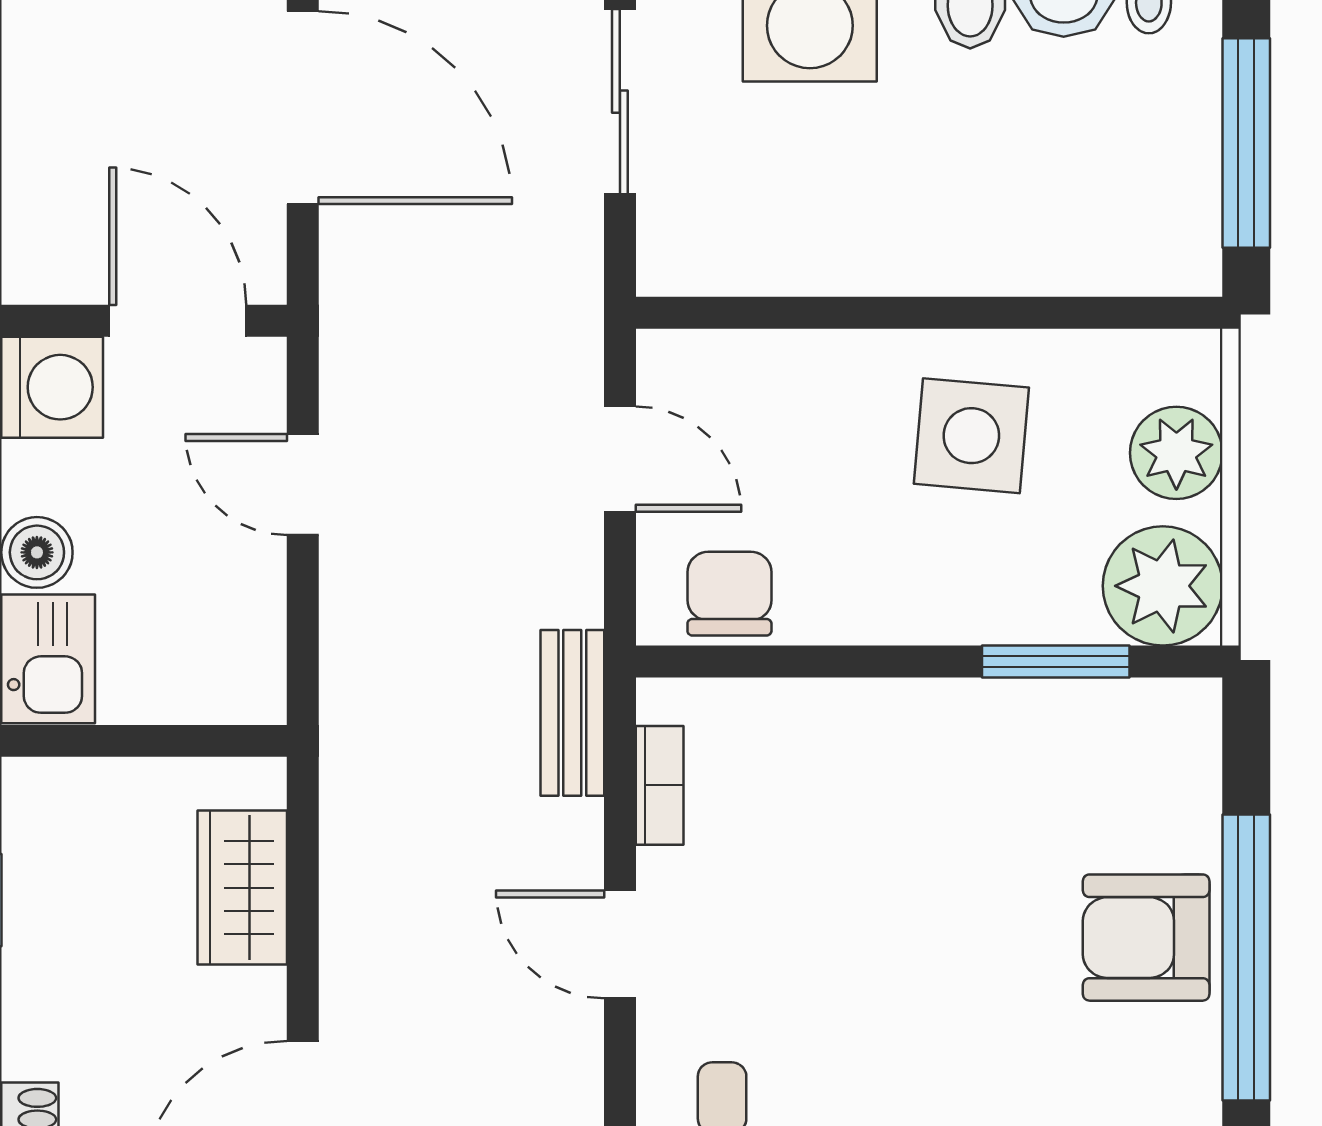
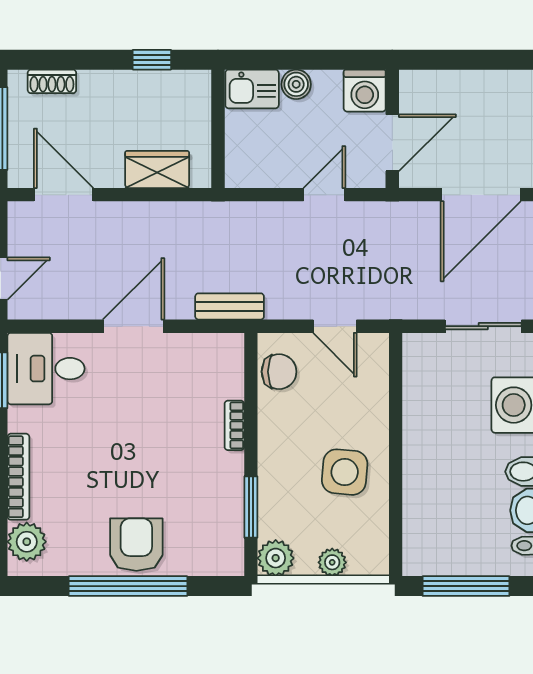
plant: (1176, 453) -> (332, 562), width x0.73, depth x0.73
door: (620, 459) -> (335, 326), hinge flipped
plant: (1163, 586) -> (276, 558), width x0.73, depth x0.73
bookcase: (660, 785) -> (234, 425), moved, turned 90
door: (620, 944) -> (133, 326), width x1.37

